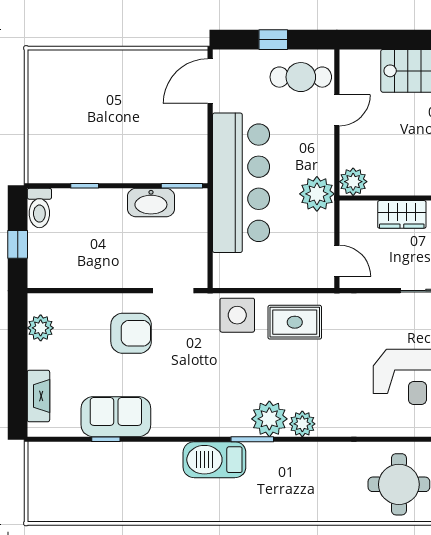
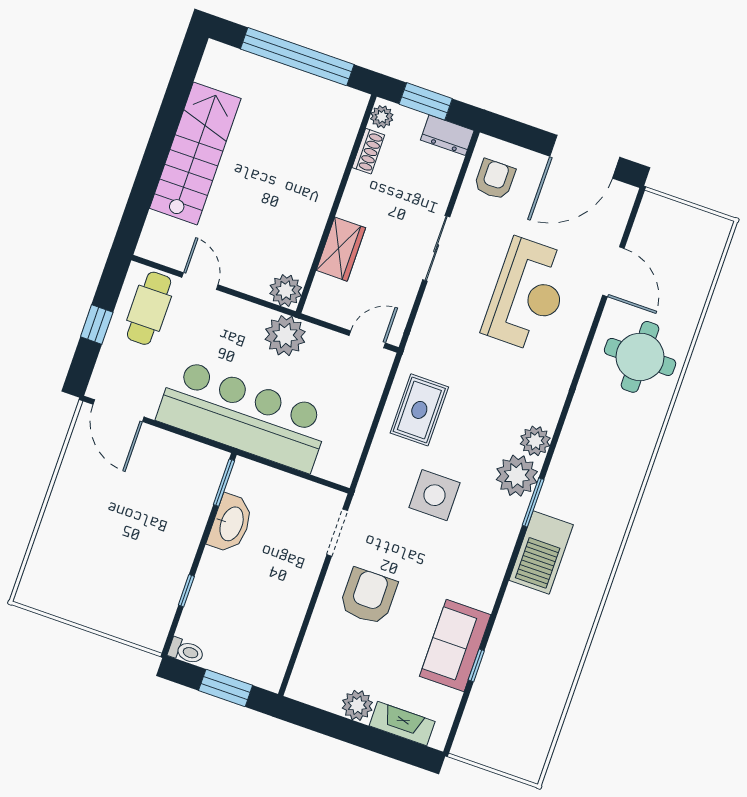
toilet: (39, 208) -> (186, 651), width x0.73, depth x0.72
window: (18, 244) -> (226, 688), width x1.50
side table: (237, 315) -> (434, 495), moved
plant: (41, 328) -> (357, 705), moved

